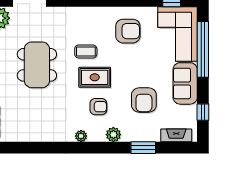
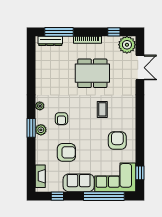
armchair: (128, 31) -> (117, 141), turned 180
rug: (95, 77) -> (83, 116), removed
armchair: (144, 100) -> (66, 152), turned 180
window: (143, 148) -> (31, 128), moved

